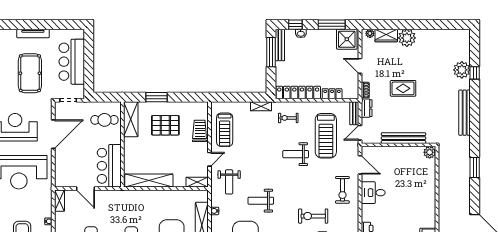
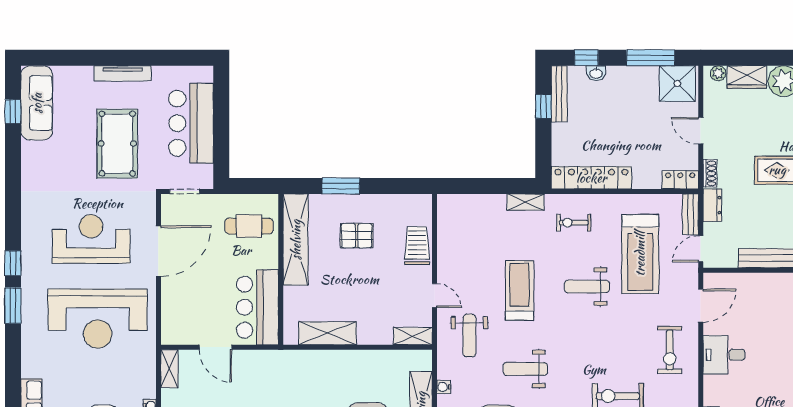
window: (271, 52) -> (543, 106), width x0.46
locker: (332, 94) -> (680, 180), moved
shelving: (131, 119) -> (296, 240), width x1.47
pallet: (165, 125) -> (357, 236), width x0.67, depth x0.71
treadmill: (225, 130) -> (520, 291), moved, turned 180
door: (209, 159) -> (435, 296), hinge flipped
door: (360, 165) -> (701, 306), hinge flipped
shelving: (149, 181) -> (327, 333), width x0.68

